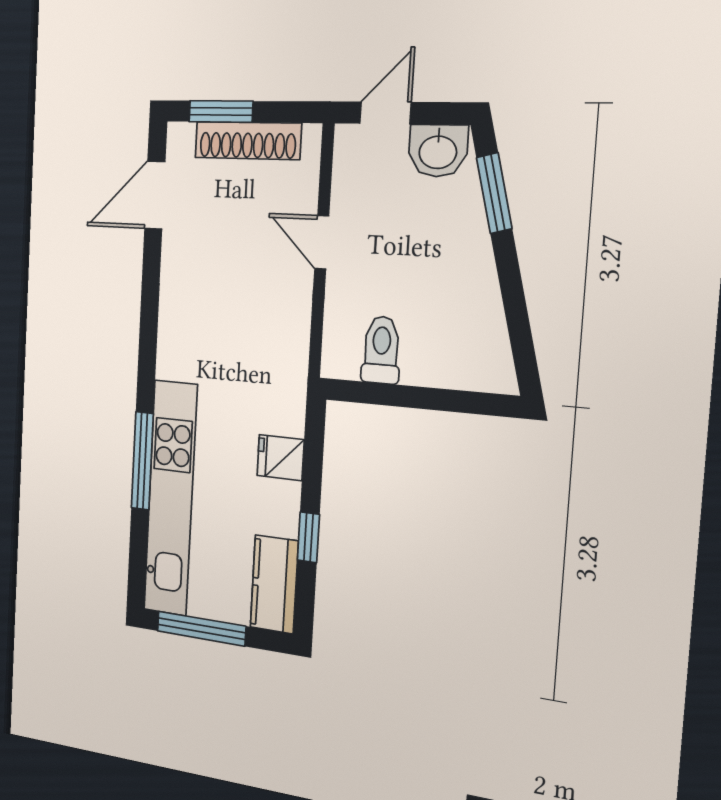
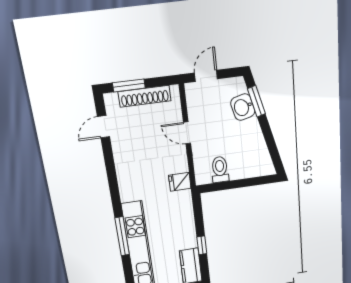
washbasin: (438, 151) -> (243, 107), moved, turned 75
door: (155, 195) -> (104, 127), width x0.73
fridge: (280, 458) -> (180, 182), moved

